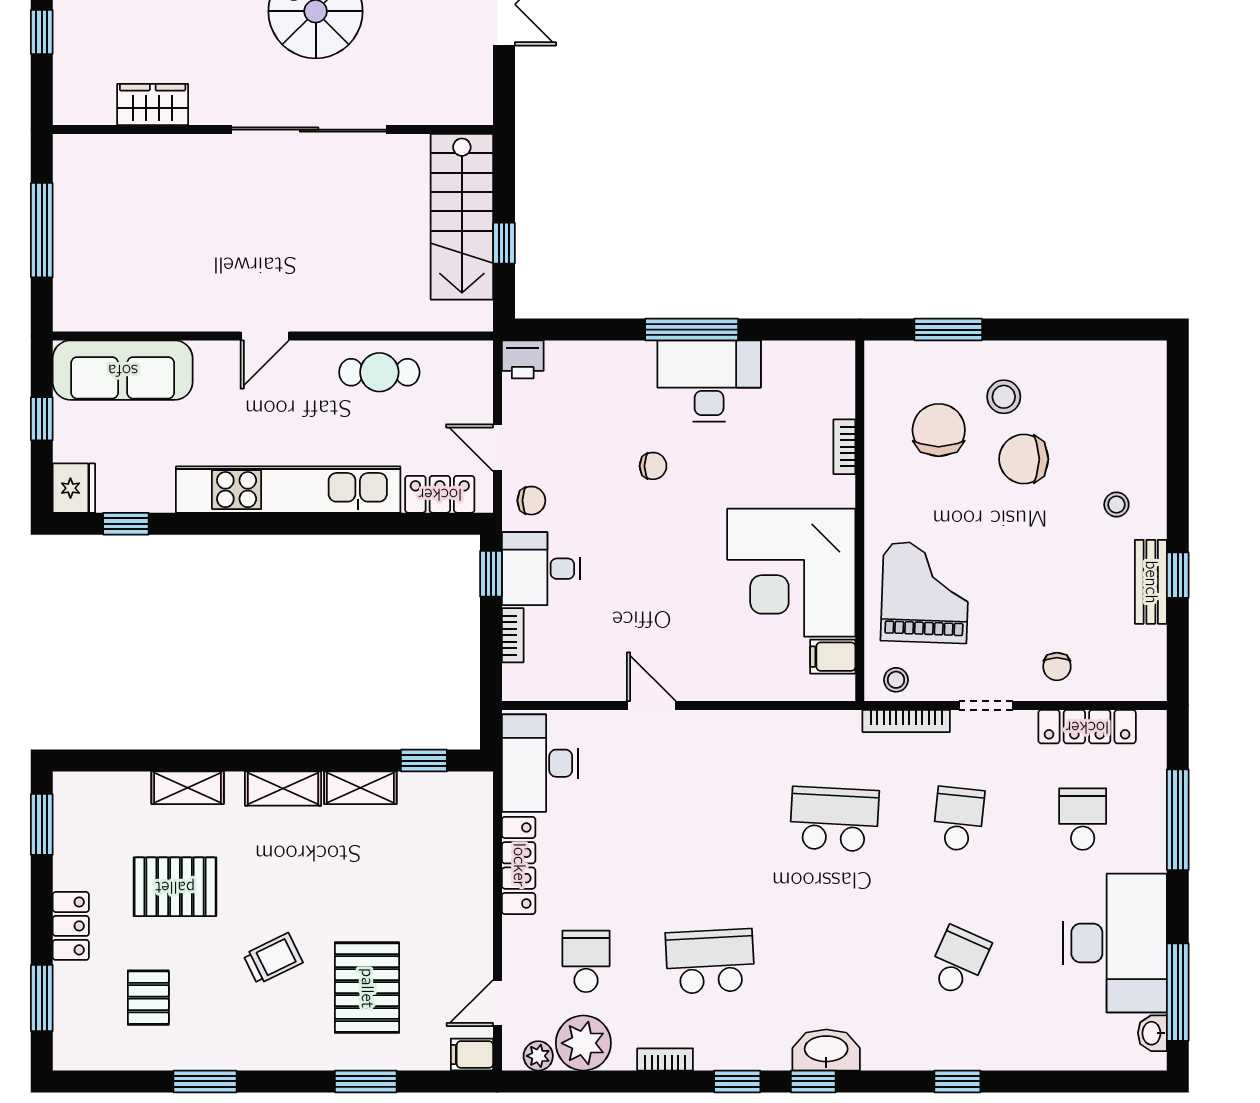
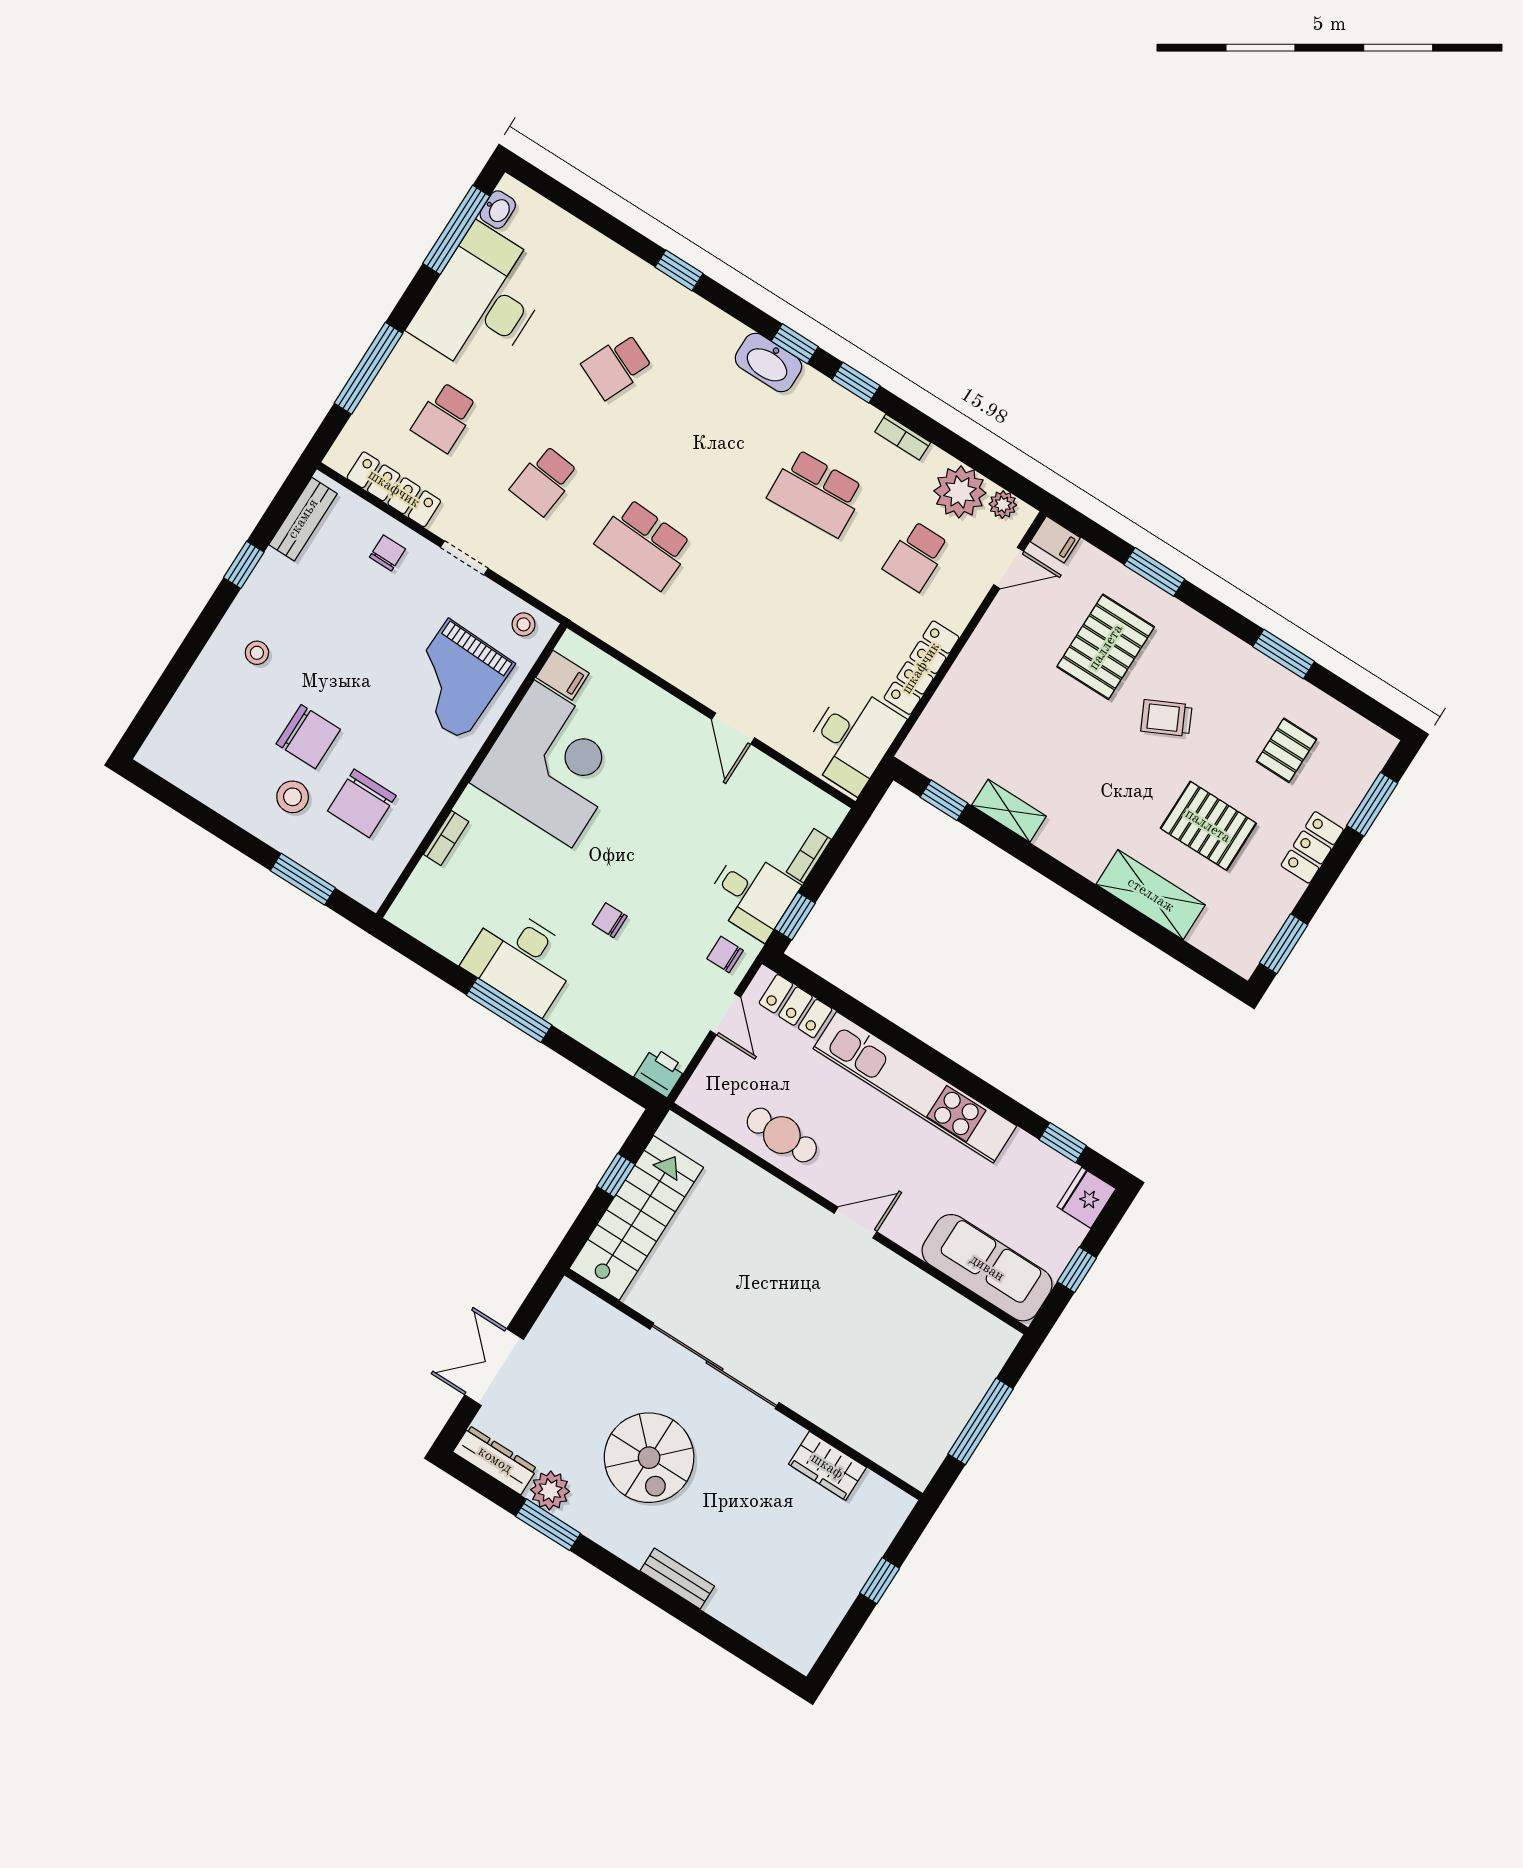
bench: (1151, 582) -> (303, 519), moved
bookcase: (906, 721) -> (536, 586), removed
shelving: (188, 788) -> (1151, 895), width x1.50, depth x1.33
shelving: (283, 789) -> (1072, 850), removed

